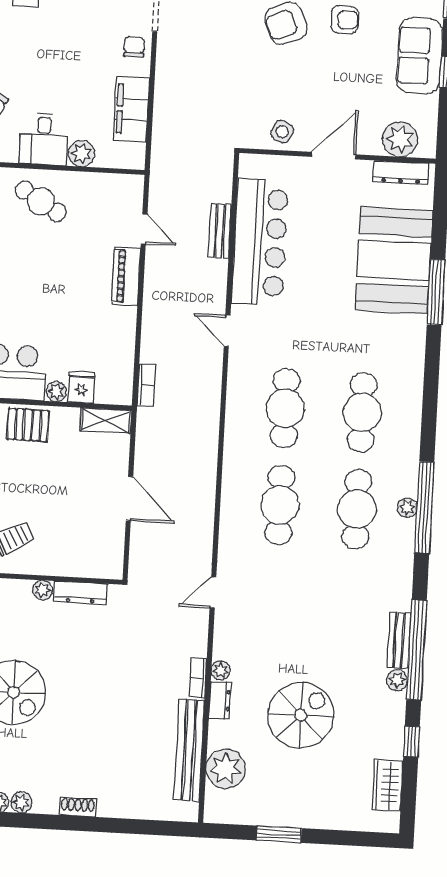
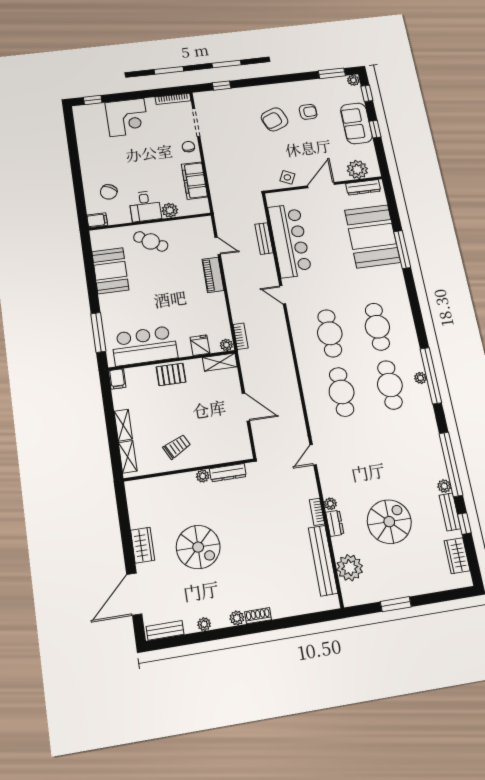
plant: (56, 392) -> (226, 345), moved
bench: (399, 640) -> (450, 512), moved
plant: (21, 802) -> (237, 618), moved

